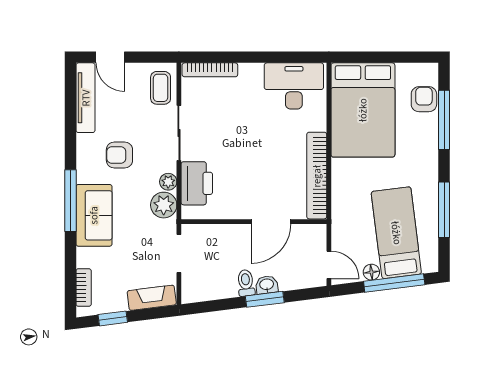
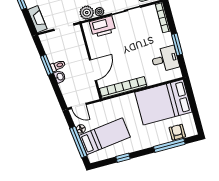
window: (265, 57) -> (177, 44), added
desk: (294, 86) -> (165, 59), width x0.73
armchair: (424, 99) -> (177, 132), turned -90
window: (444, 210) -> (123, 158), width x0.46
door: (271, 222) -> (93, 70), swing flipped
door: (329, 265) -> (79, 106), hinge flipped
window: (265, 299) -> (47, 65), moved

